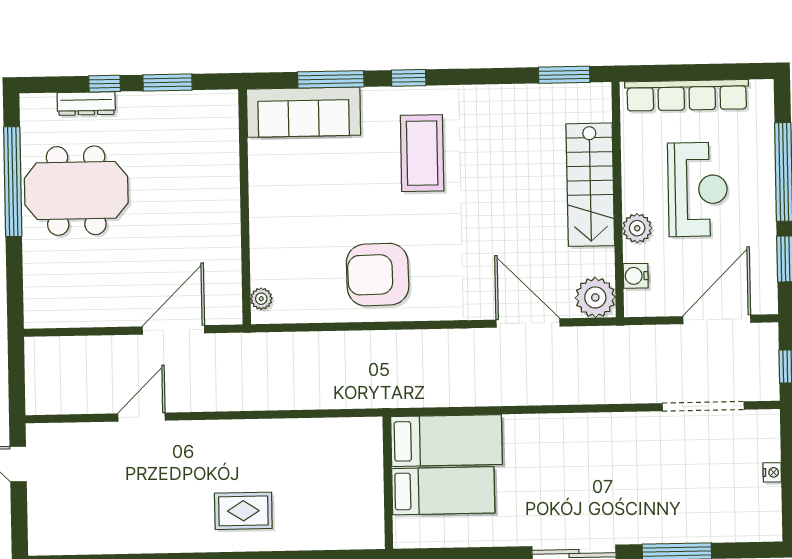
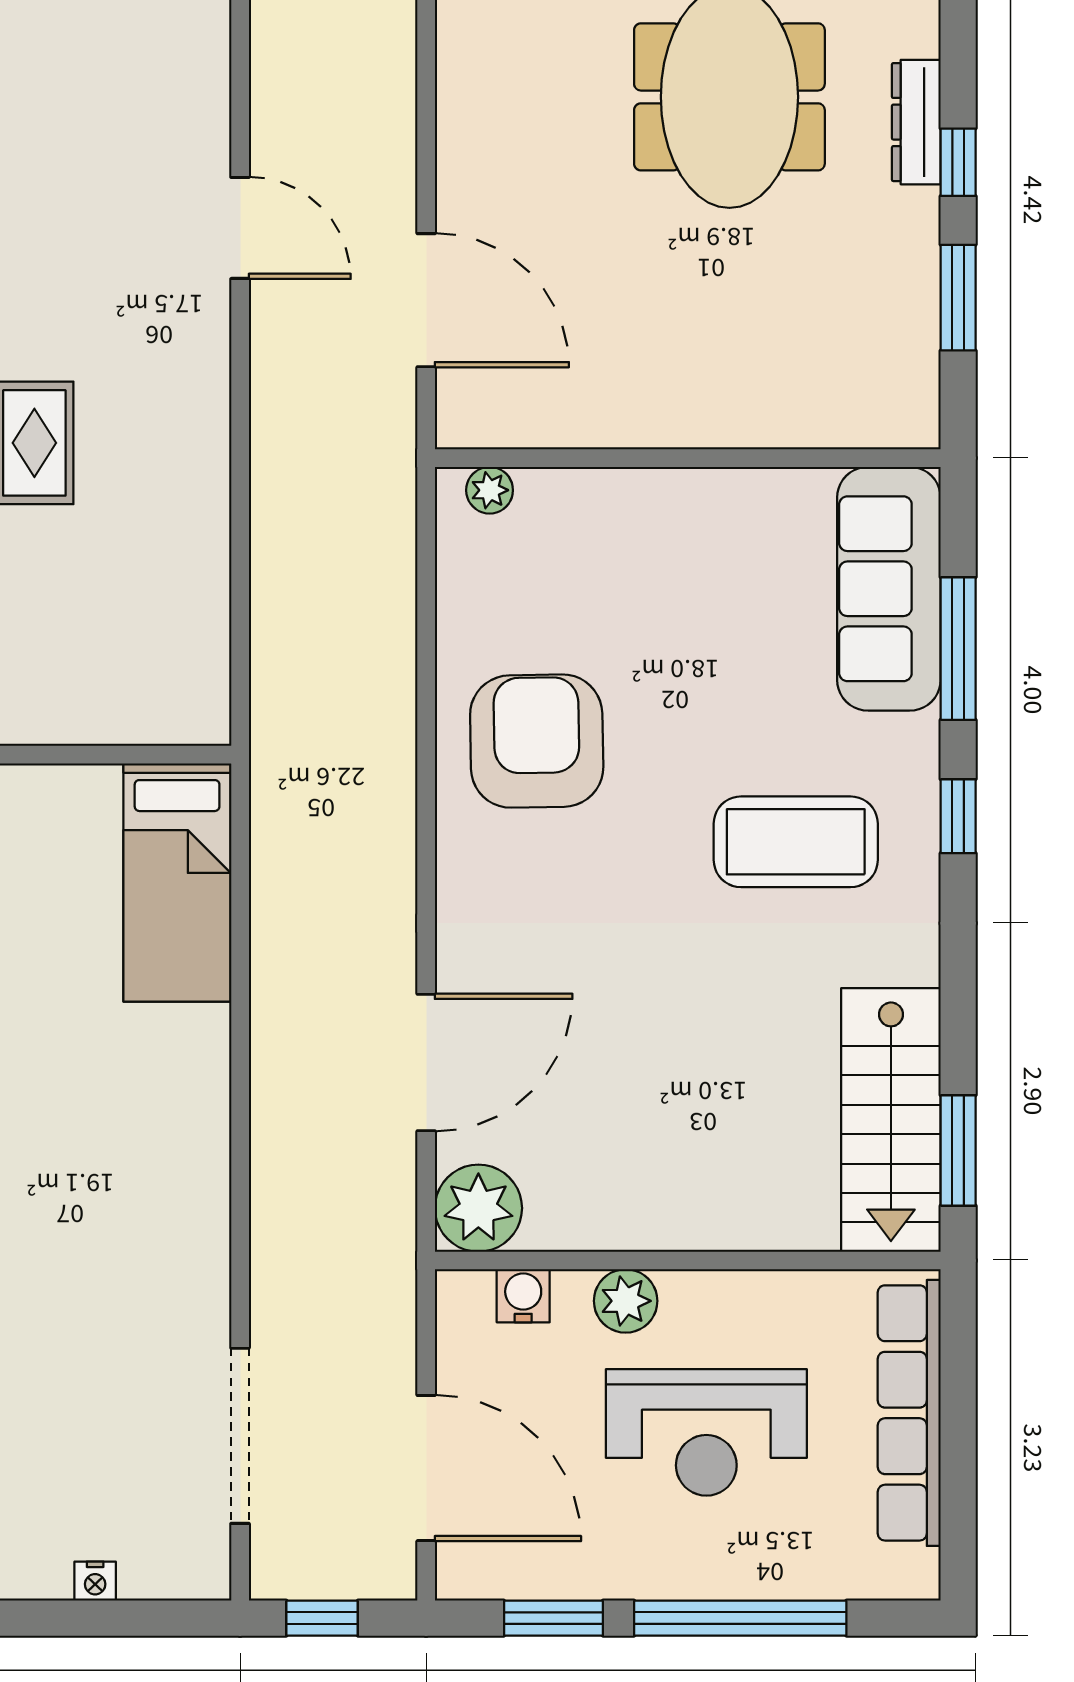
stairs: (590, 185) -> (891, 1120), moved, turned -90
bed: (443, 491) -> (69, 873), removed

